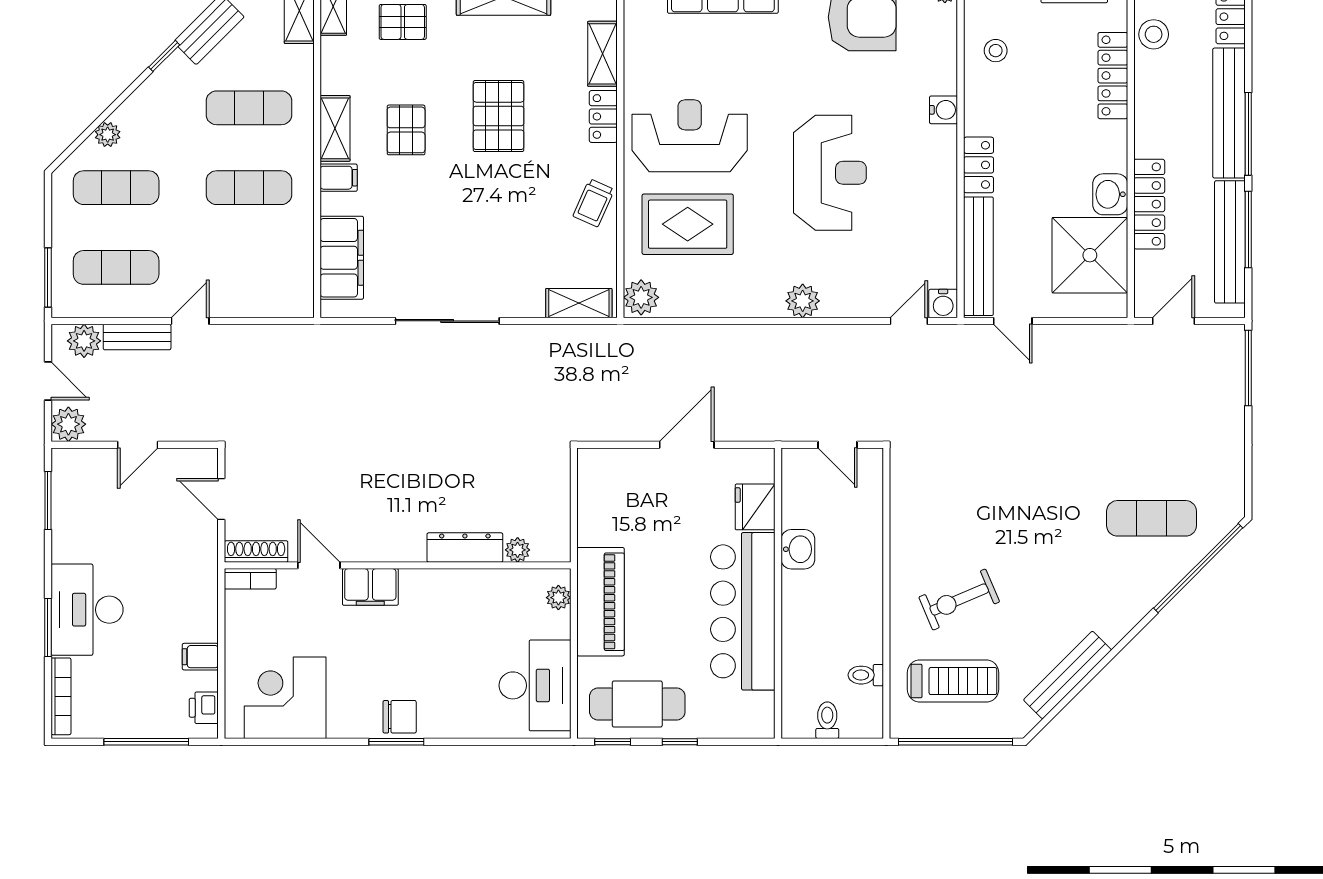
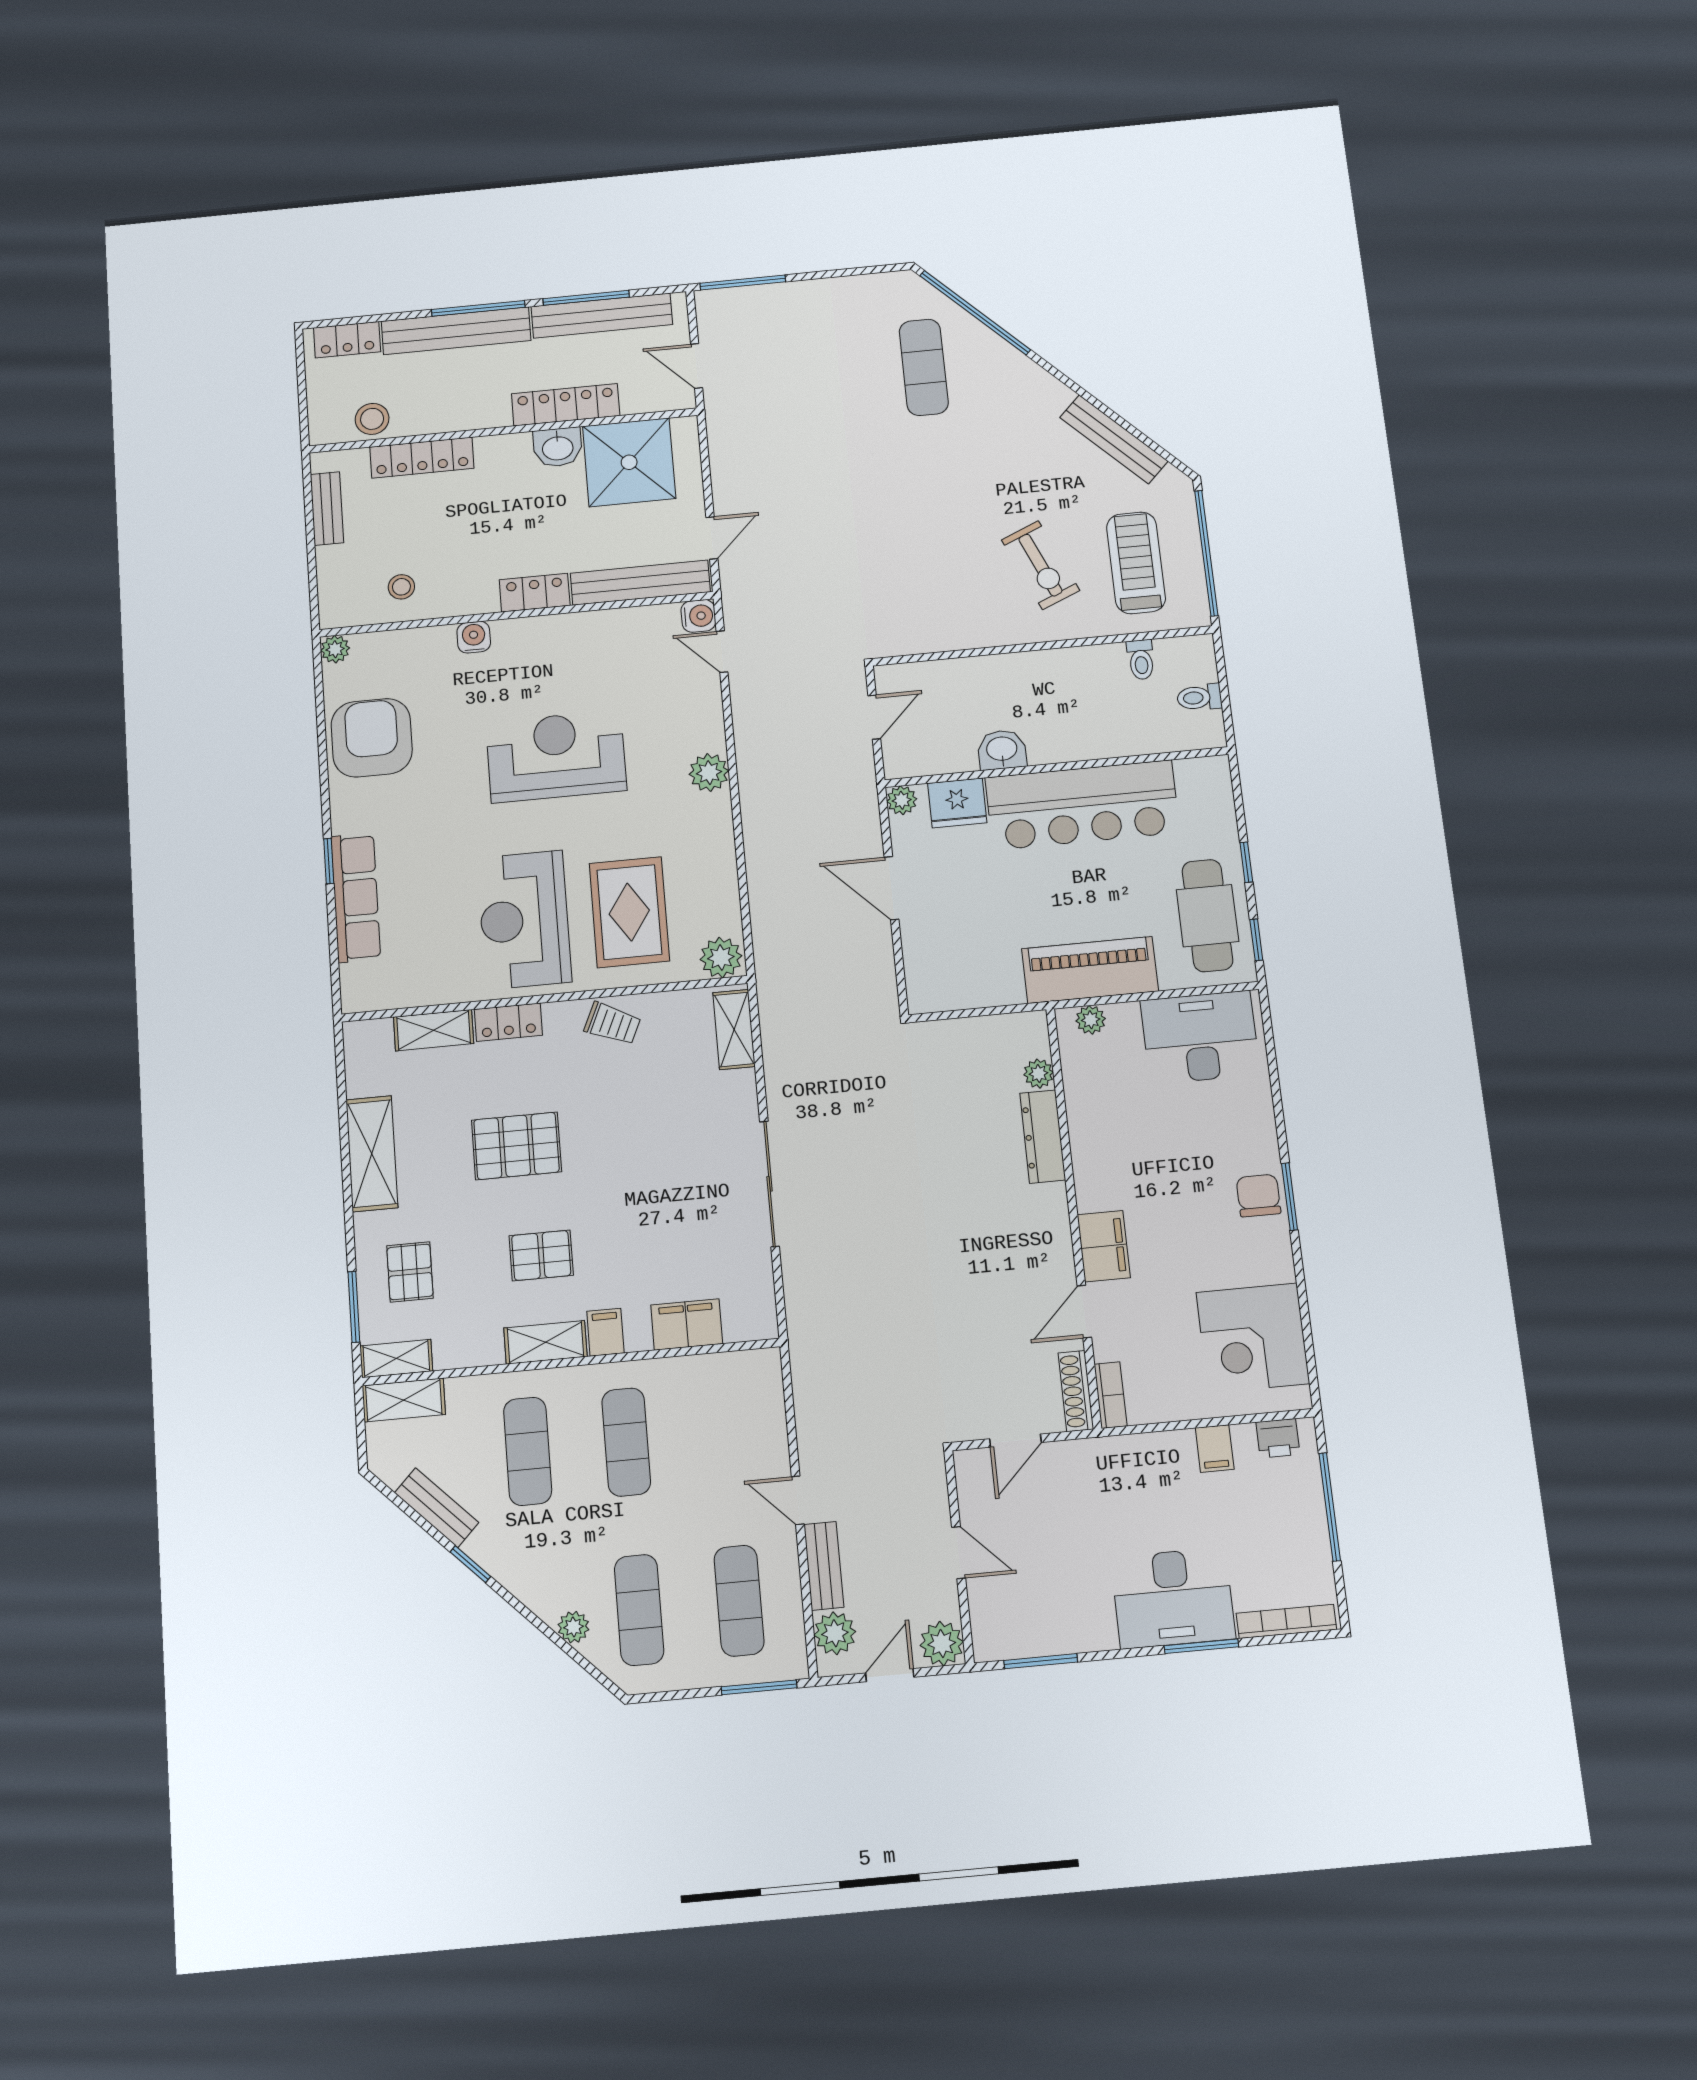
filing cabinet: (342, 258) -> (687, 1324), width x0.67, depth x0.86
plant: (762, 461) -> (902, 800), added

